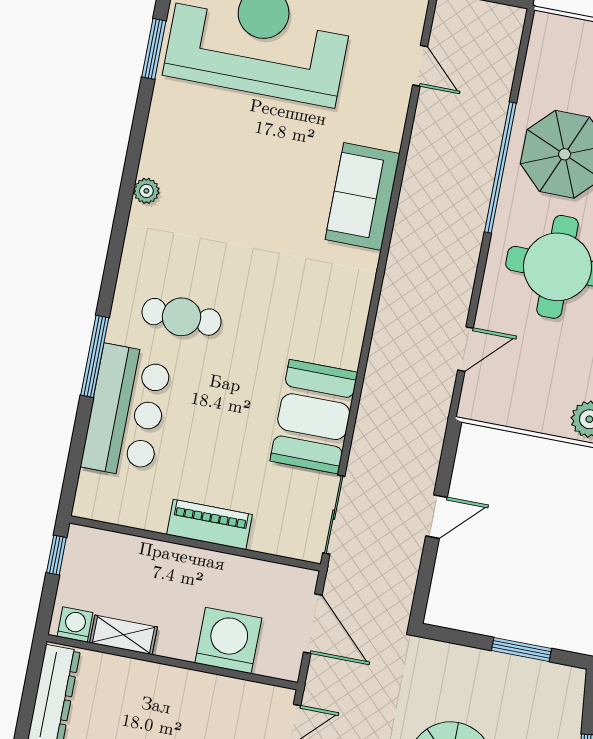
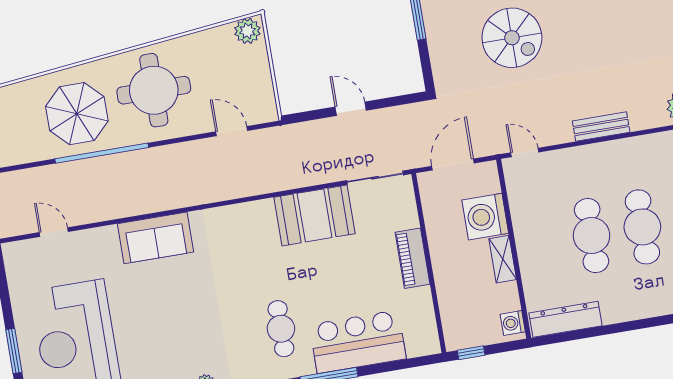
door: (420, 66) -> (54, 232), hinge flipped
shelving: (124, 635) -> (503, 259), moved

